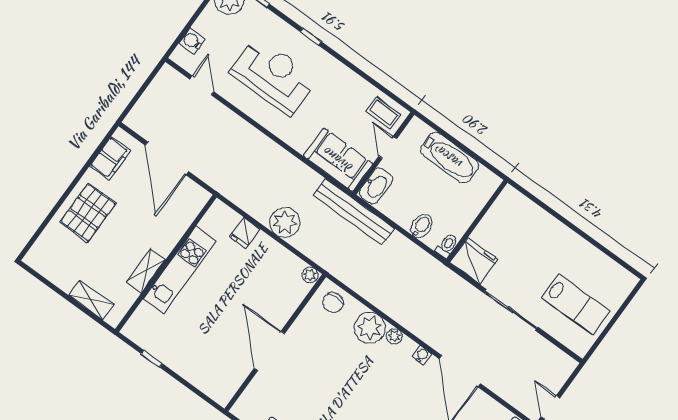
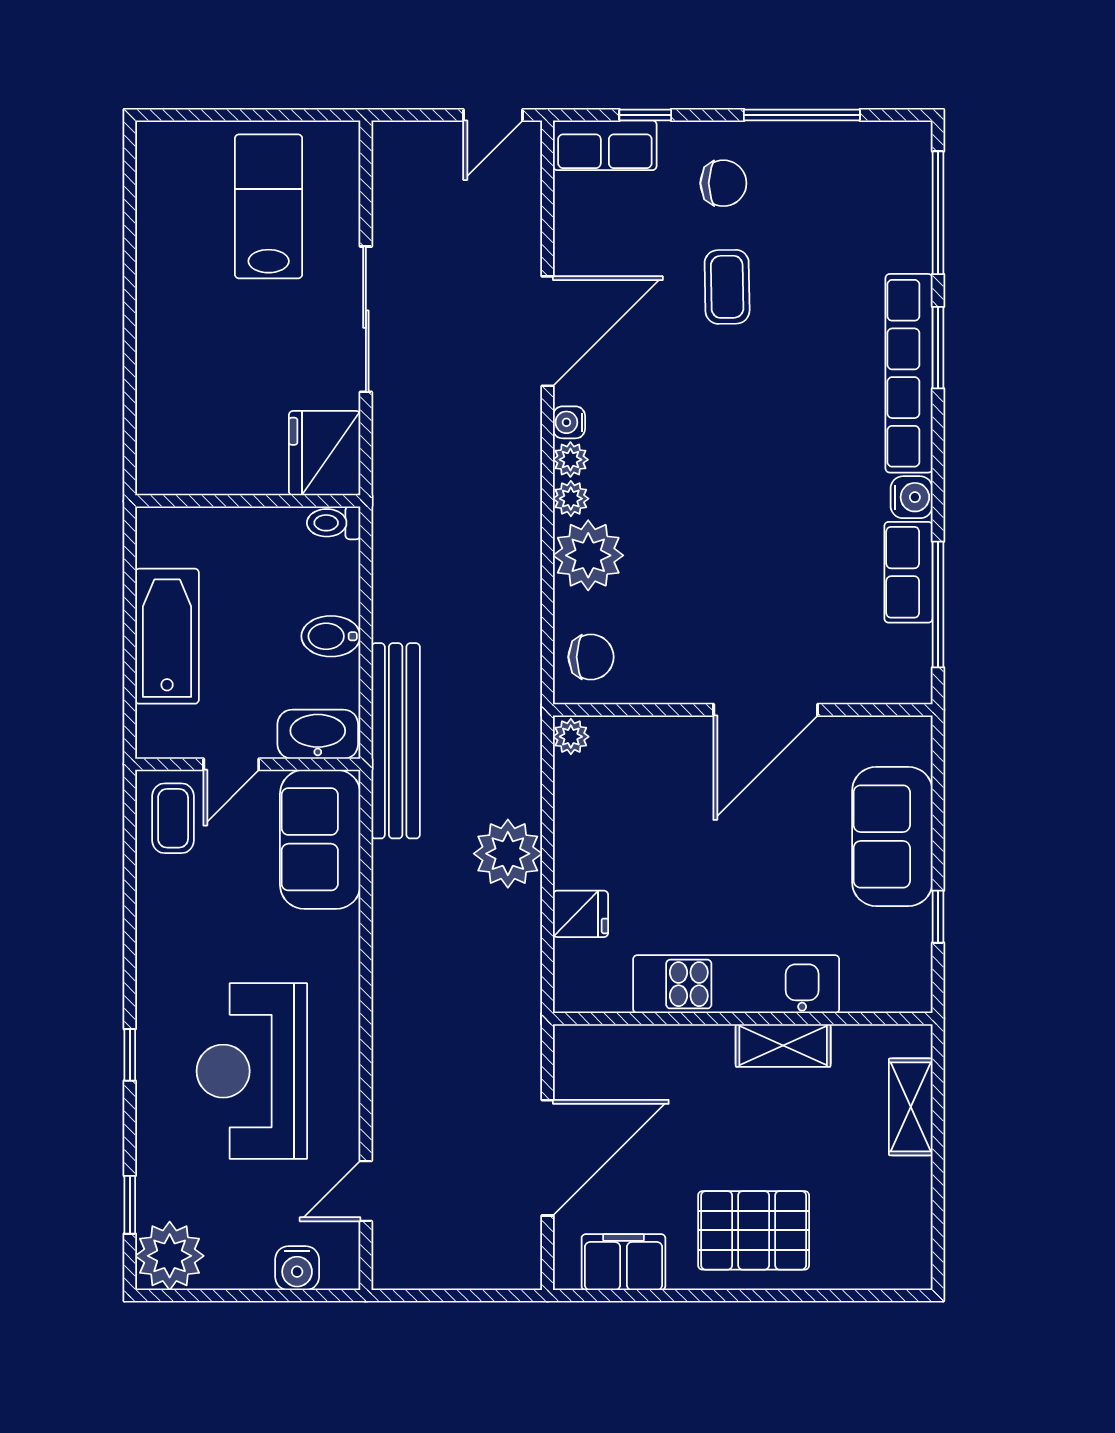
bidet: (421, 226) -> (331, 636), moved
plant: (408, 346) -> (570, 460), added
sofa: (192, 363) -> (892, 836), added

